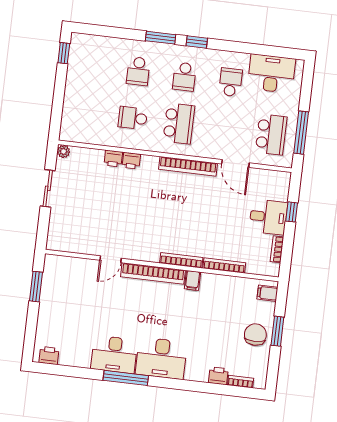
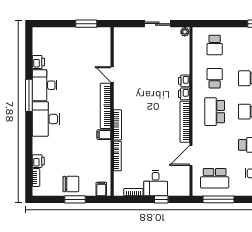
school desk: (87, 113) -> (215, 45), added
school desk: (179, 124) -> (215, 112), turned 90
printer: (113, 159) -> (184, 94), moved
printer: (49, 356) -> (38, 62), moved

